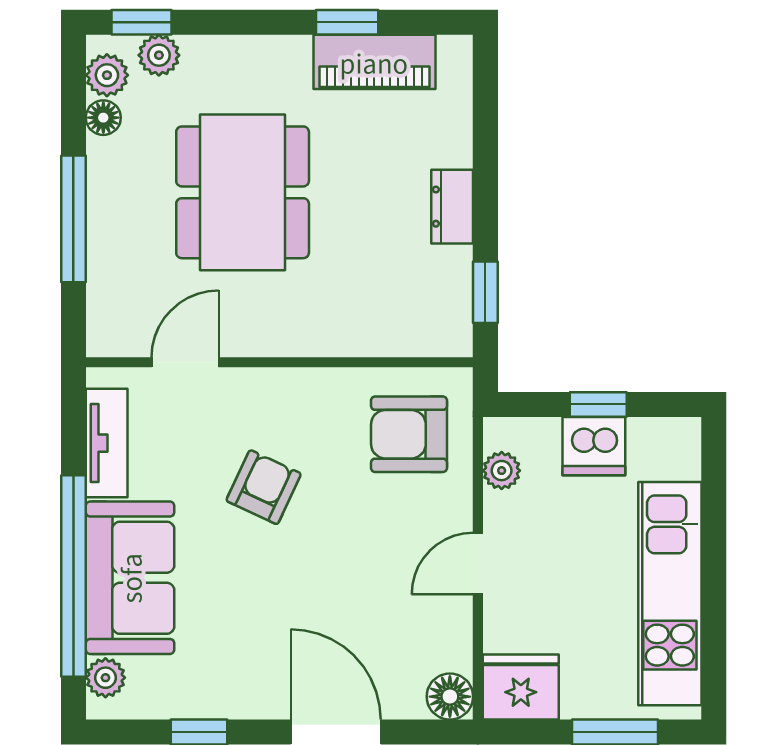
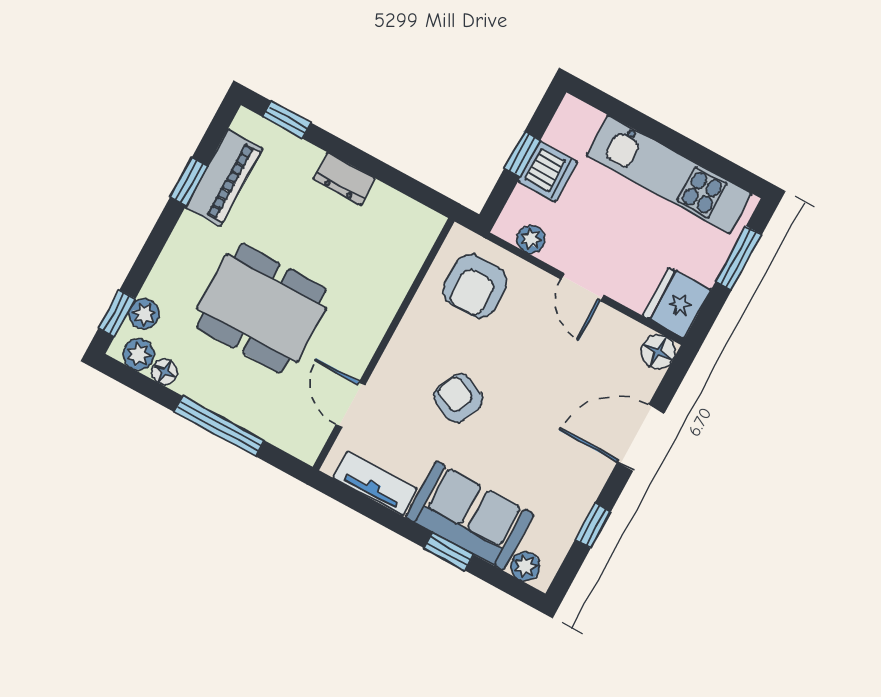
window: (485, 292) -> (287, 120), moved
window: (73, 576) -> (449, 551), width x0.32

